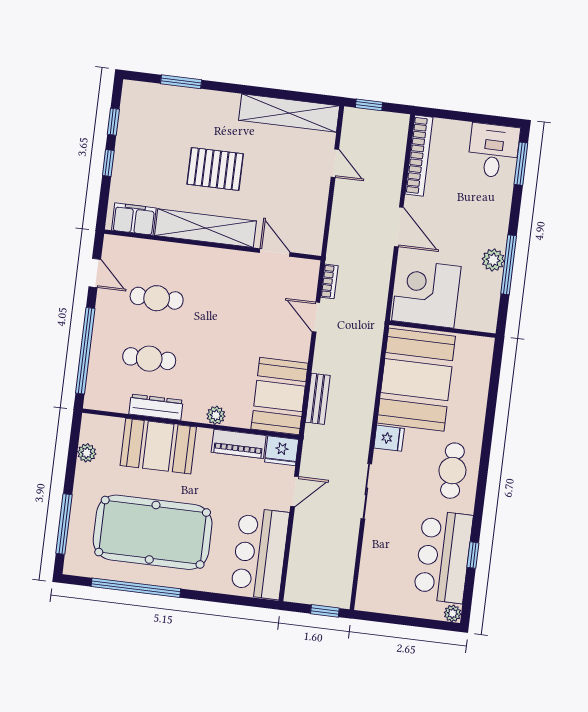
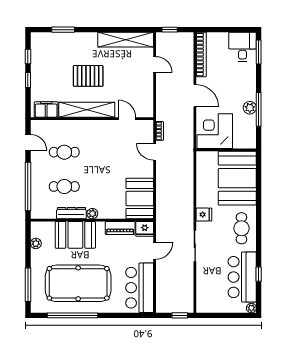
booth: (416, 380) -> (237, 178), moved
bench: (318, 399) -> (161, 197), removed
plant: (216, 415) -> (92, 214), moved

